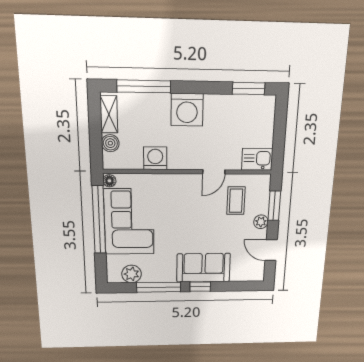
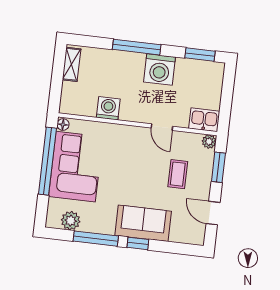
window: (144, 86) -> (137, 47), moved
washing machine: (187, 110) -> (160, 69), moved
boiler: (110, 143) -> (69, 90), removed
door: (214, 172) -> (162, 127), hinge flipped
coffee table: (236, 201) -> (178, 174), moved
plant: (261, 222) -> (209, 142), moved

